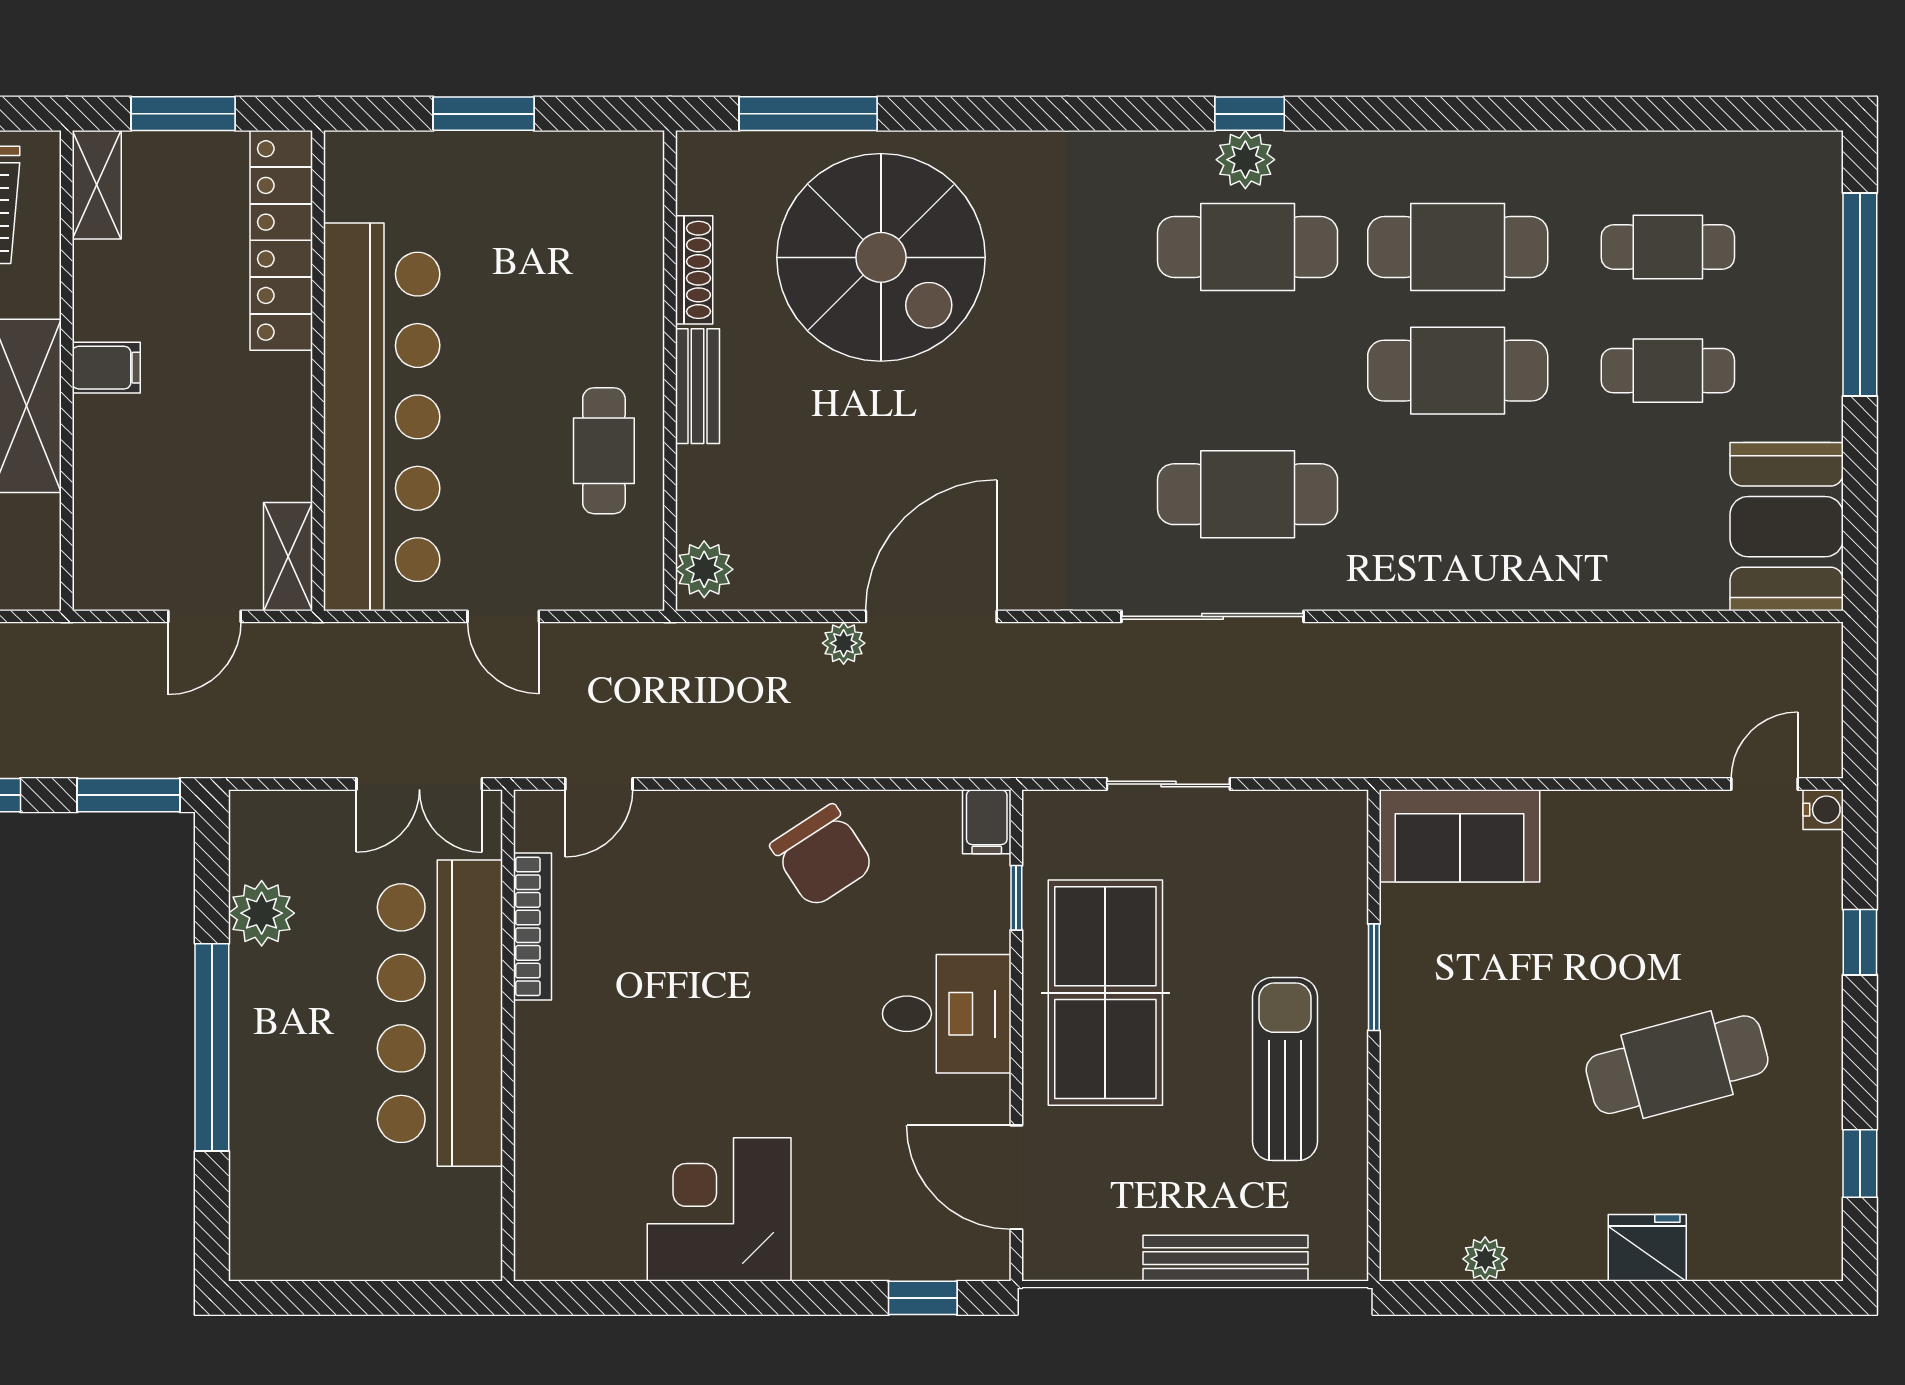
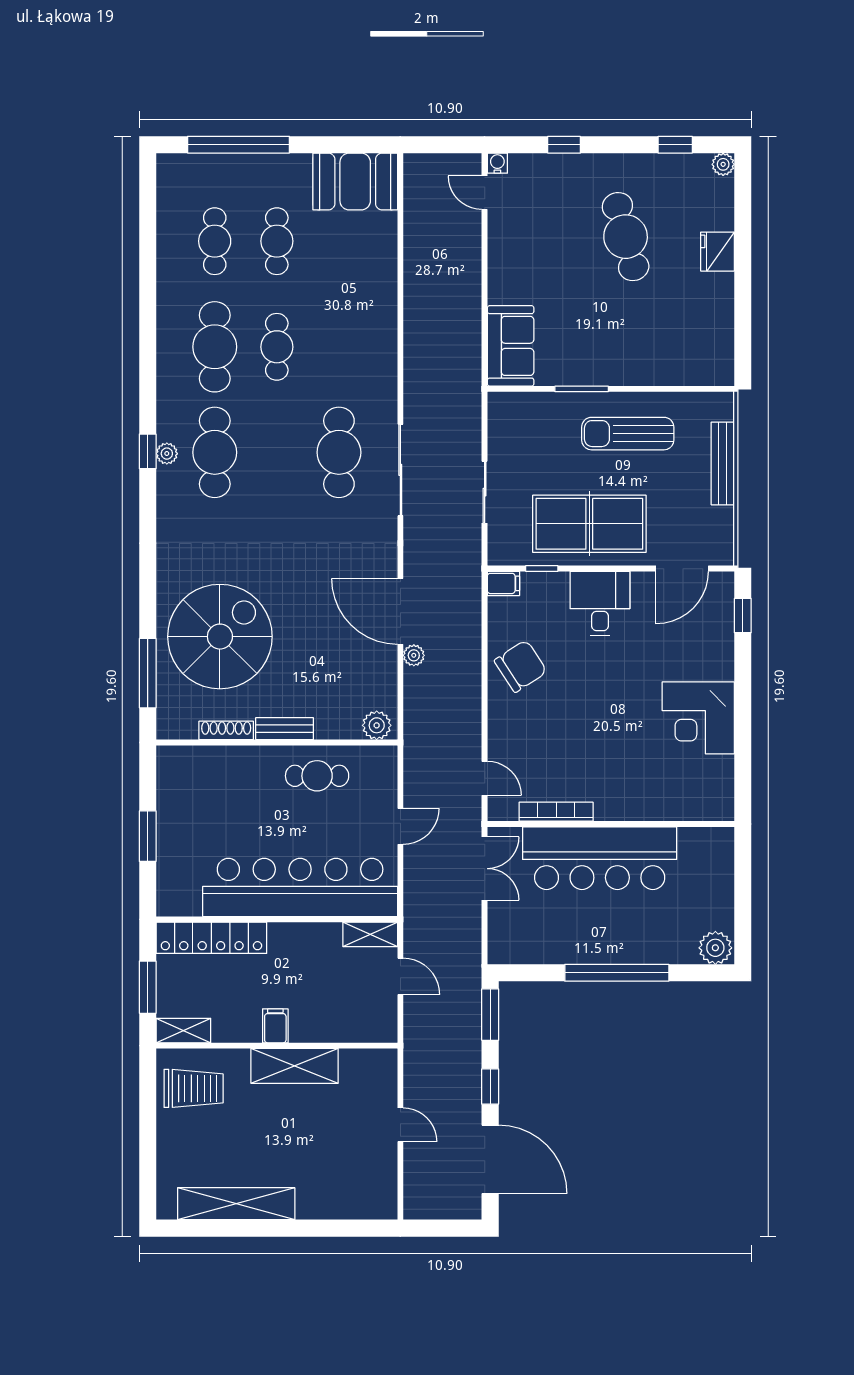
plant: (1245, 160) -> (167, 454), width x0.73, depth x0.73
cafe table: (1458, 371) -> (277, 347), width x0.73, depth x0.74
plant: (262, 913) -> (715, 948), moved
plant: (1485, 1259) -> (723, 164), moved

